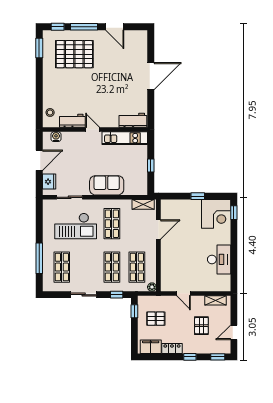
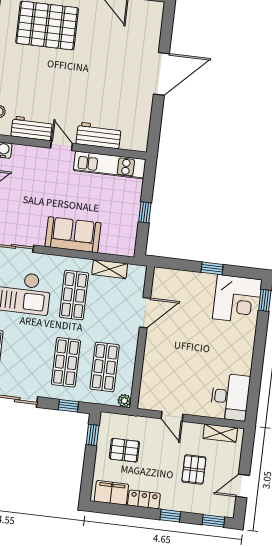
workbench: (133, 120) -> (99, 136), moved
shelving: (143, 204) -> (110, 269), moved
desk: (219, 259) -> (230, 397), moved

